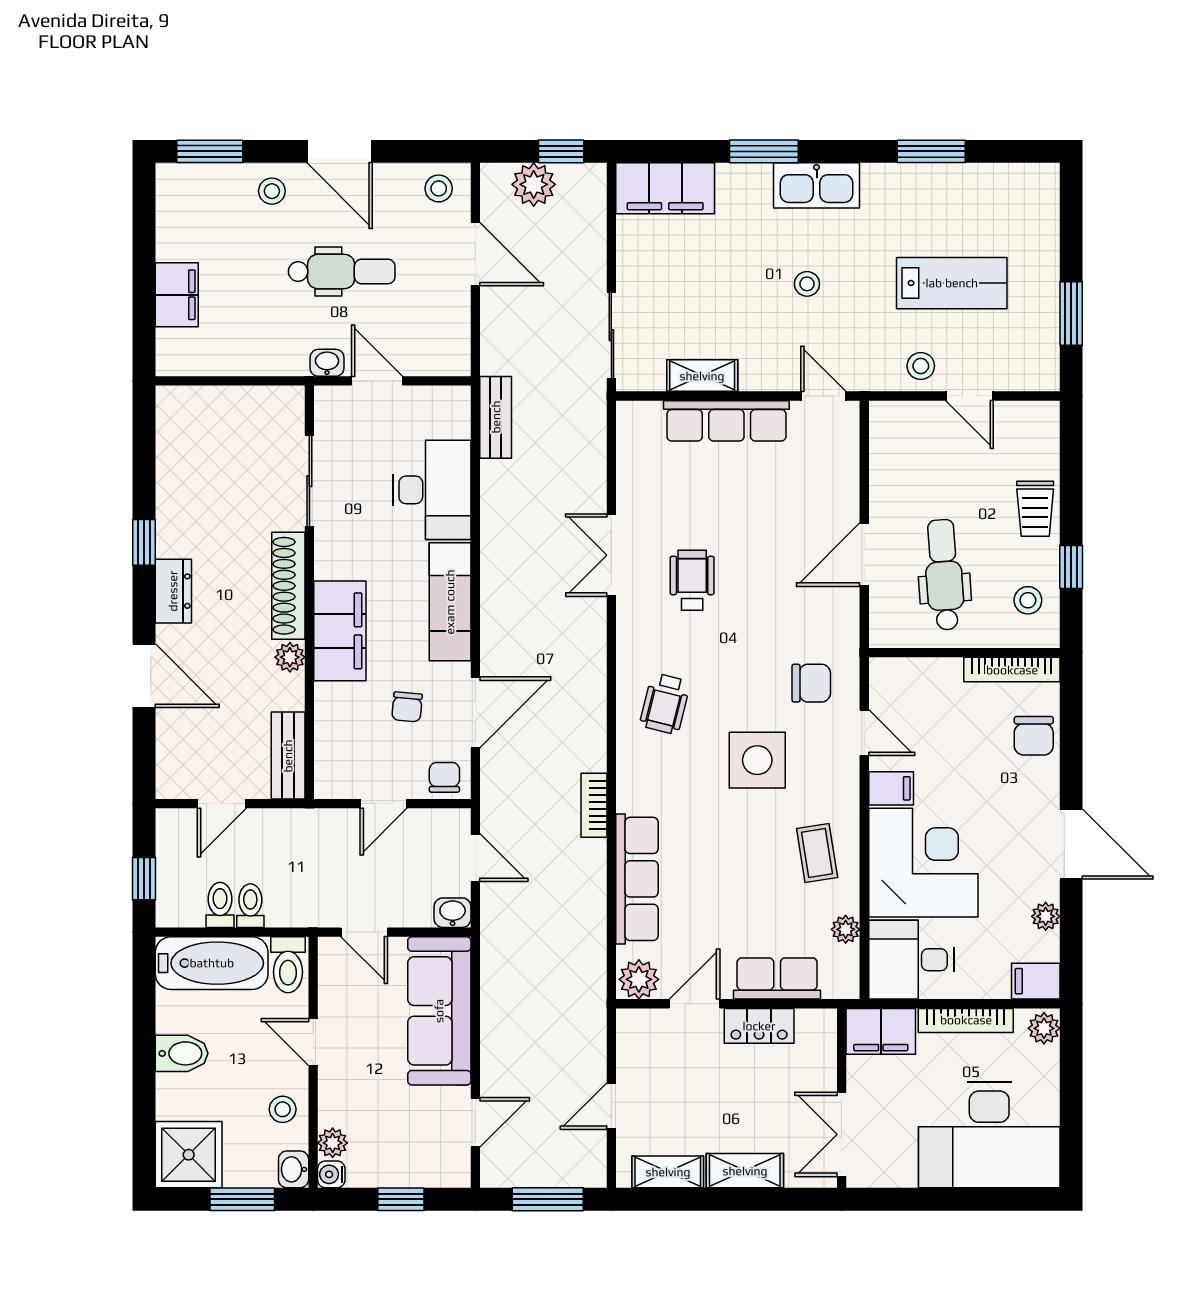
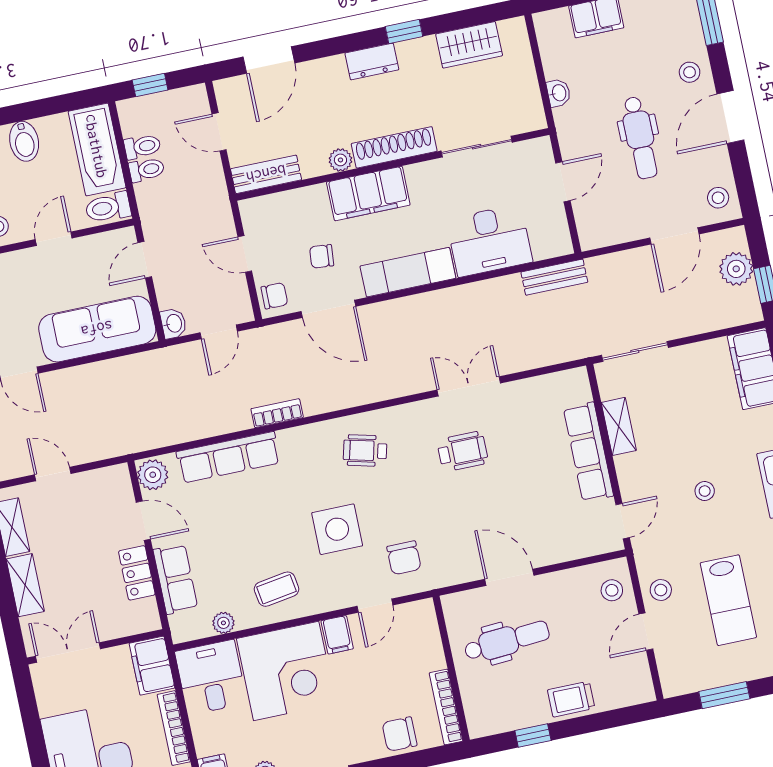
washbasin: (327, 363) -> (559, 93), moved
wardrobe: (178, 463) -> (469, 45), added
stool: (1028, 600) -> (612, 590), moved
door: (144, 676) -> (269, 60), moved

